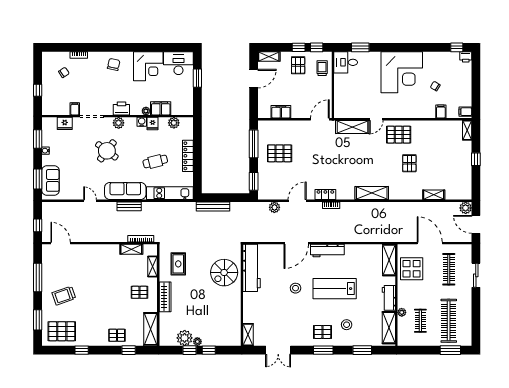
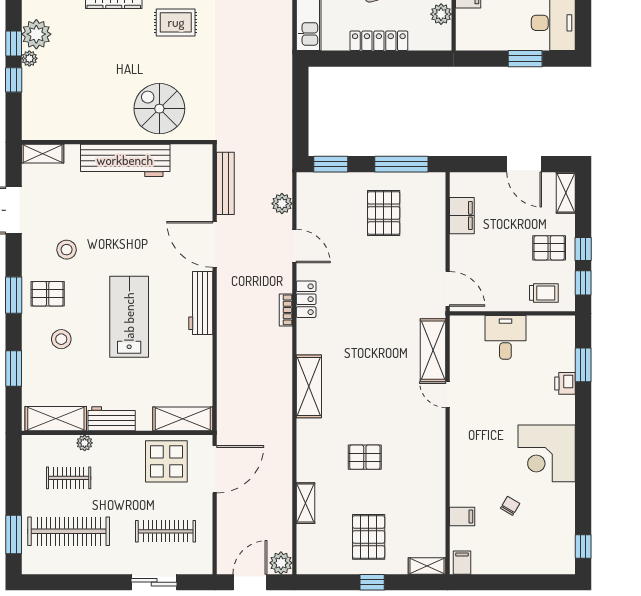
printer: (466, 57) -> (565, 383), moved
desk: (346, 62) -> (505, 337), moved
corner desk: (402, 72) -> (547, 453), width x0.74, depth x0.74
pallet: (399, 135) -> (369, 537), moved
bench: (213, 206) -> (225, 183), moved
door: (430, 243) -> (215, 469), moved
workbench: (252, 268) -> (125, 160), moved
stool: (296, 288) -> (67, 250), moved
pallet: (322, 332) -> (48, 294), turned 90

